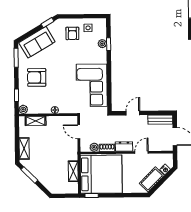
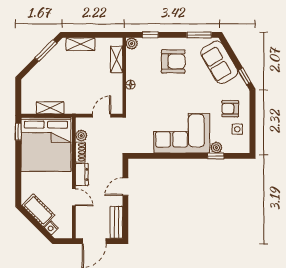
armchair: (37, 77) -> (173, 61), turned 90
corner sofa: (92, 85) -> (182, 133), moved
door: (133, 113) -> (125, 187), swing flipped

